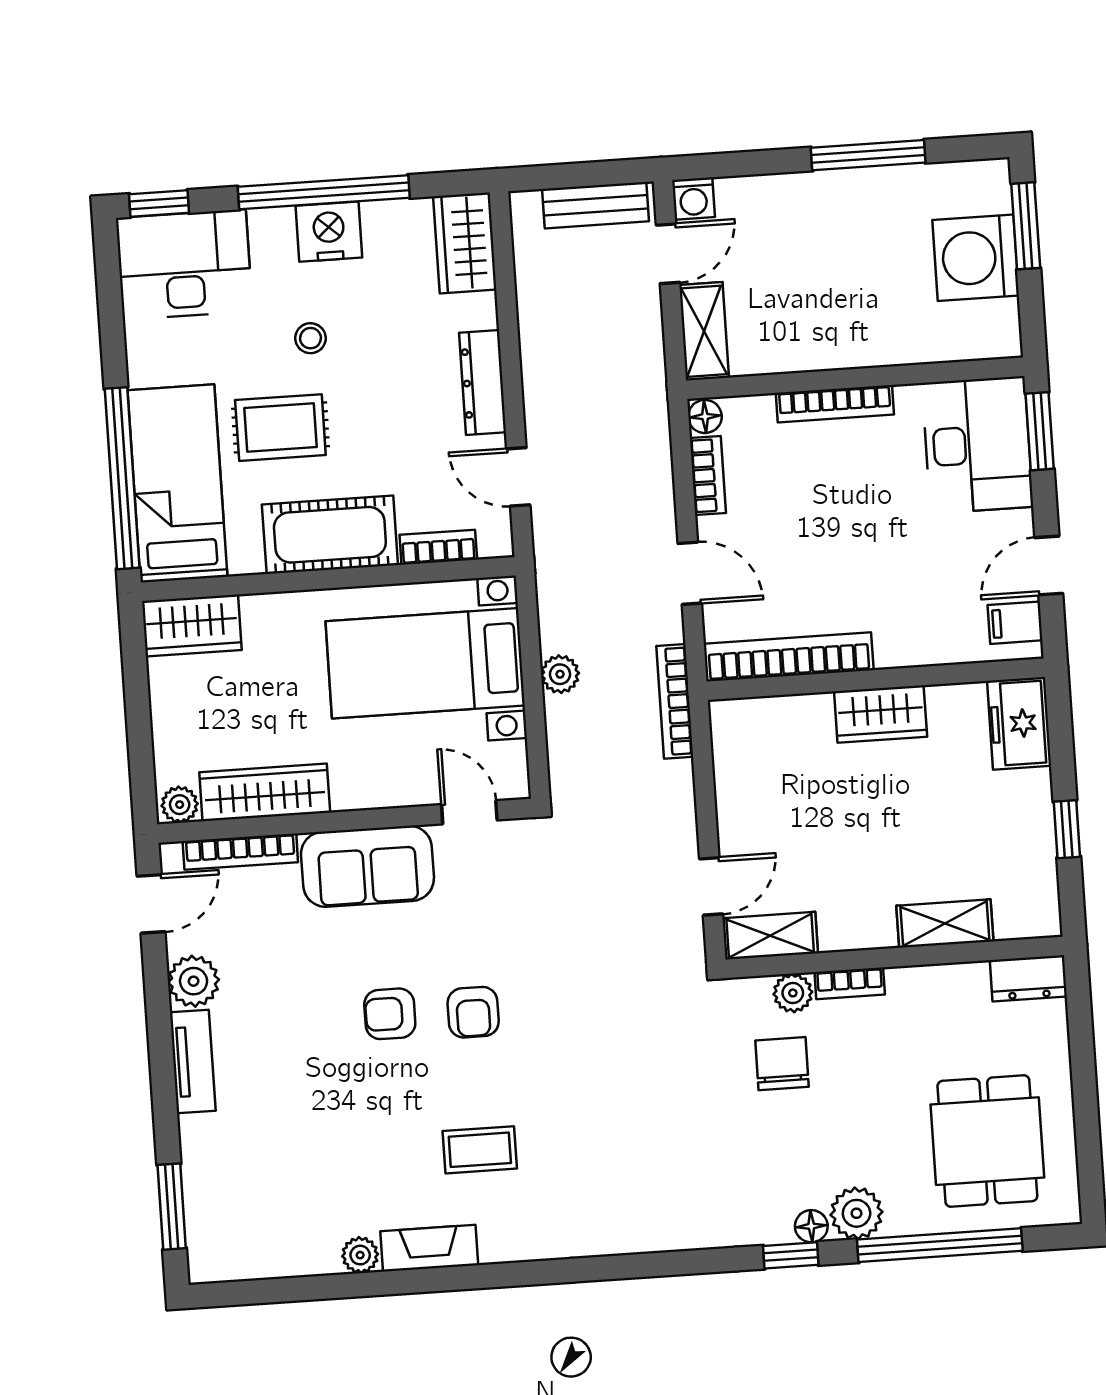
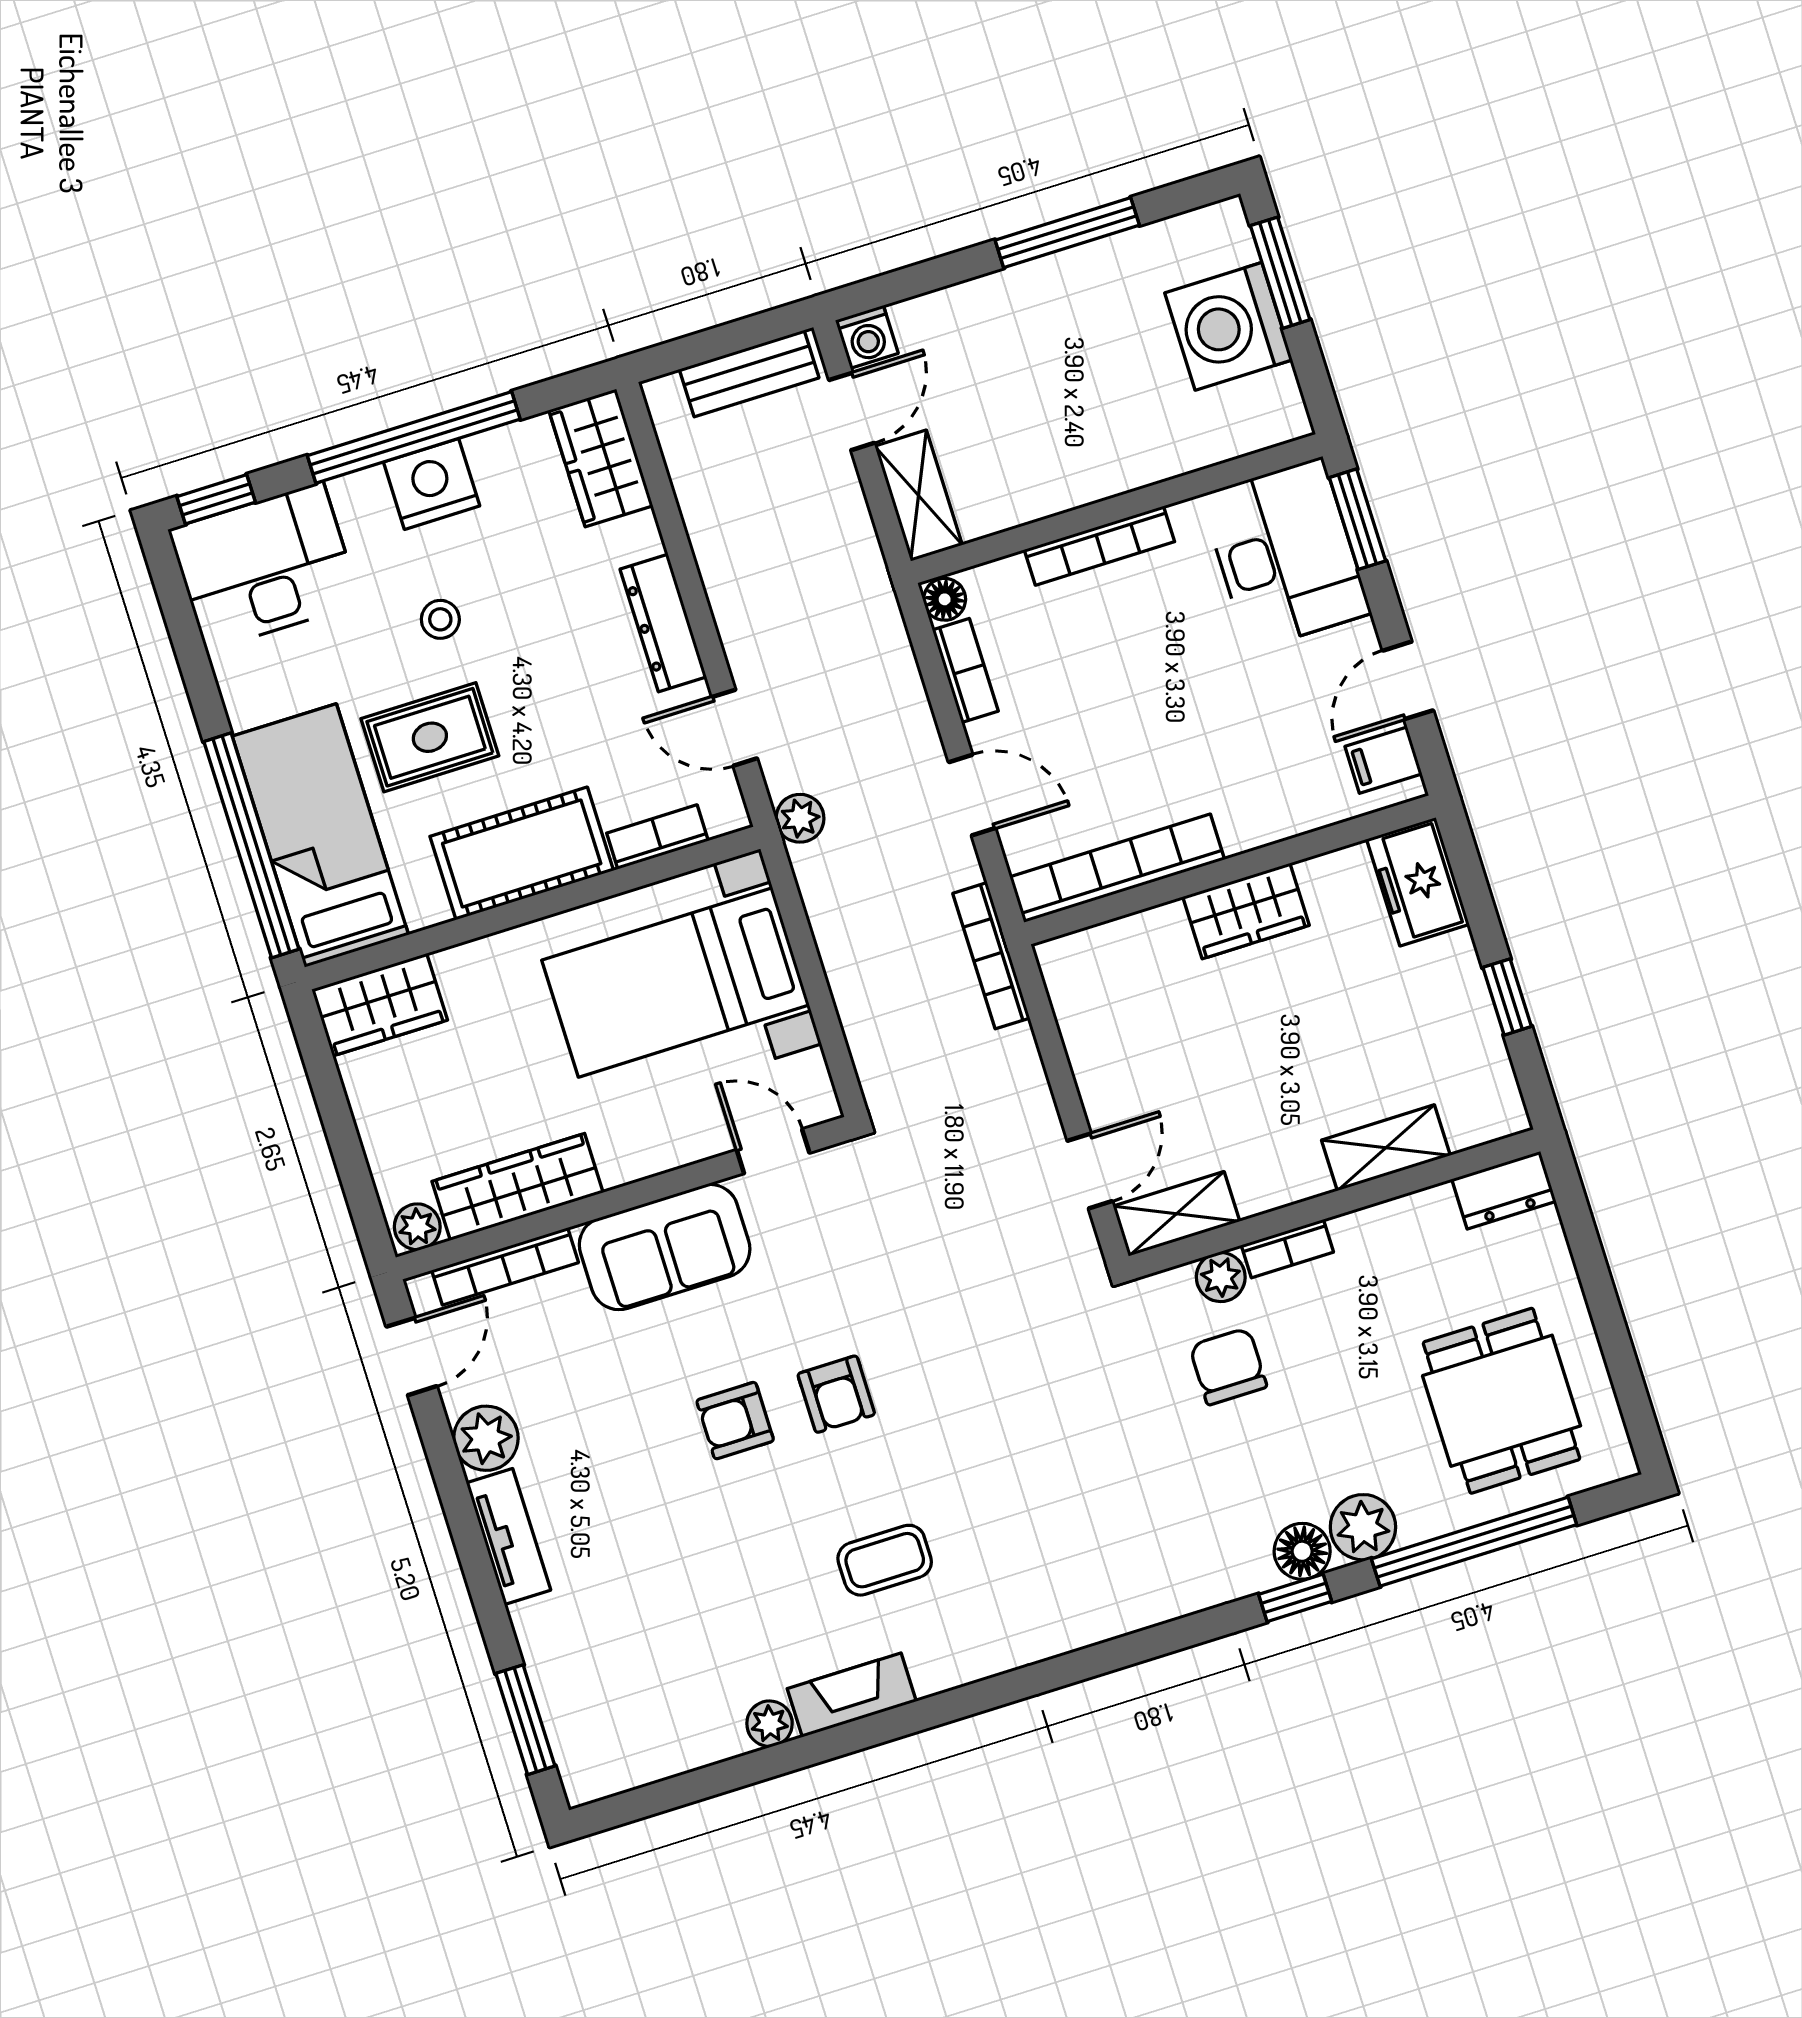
plant: (560, 674) -> (800, 818), moved
floor lamp: (811, 1226) -> (1302, 1551), width x1.37, depth x1.37

